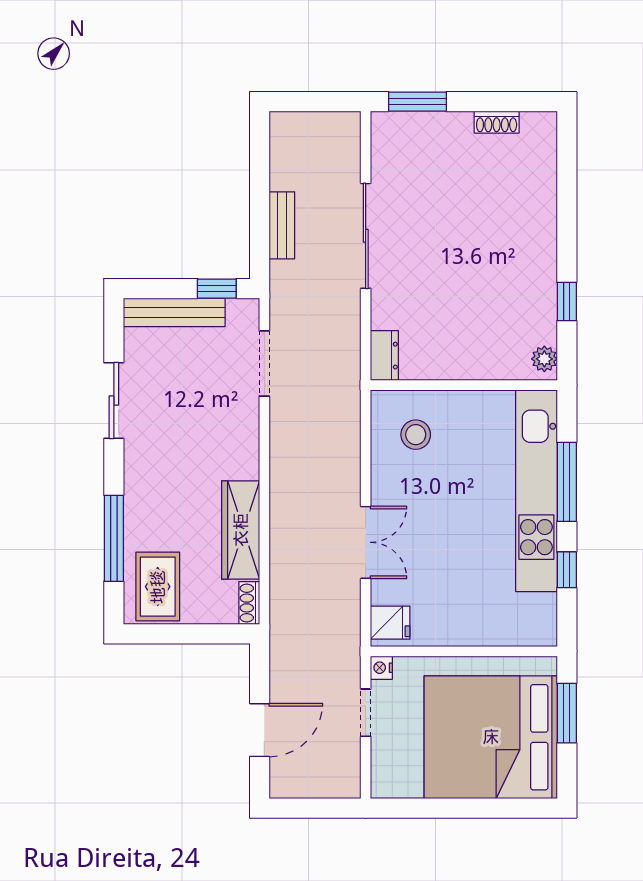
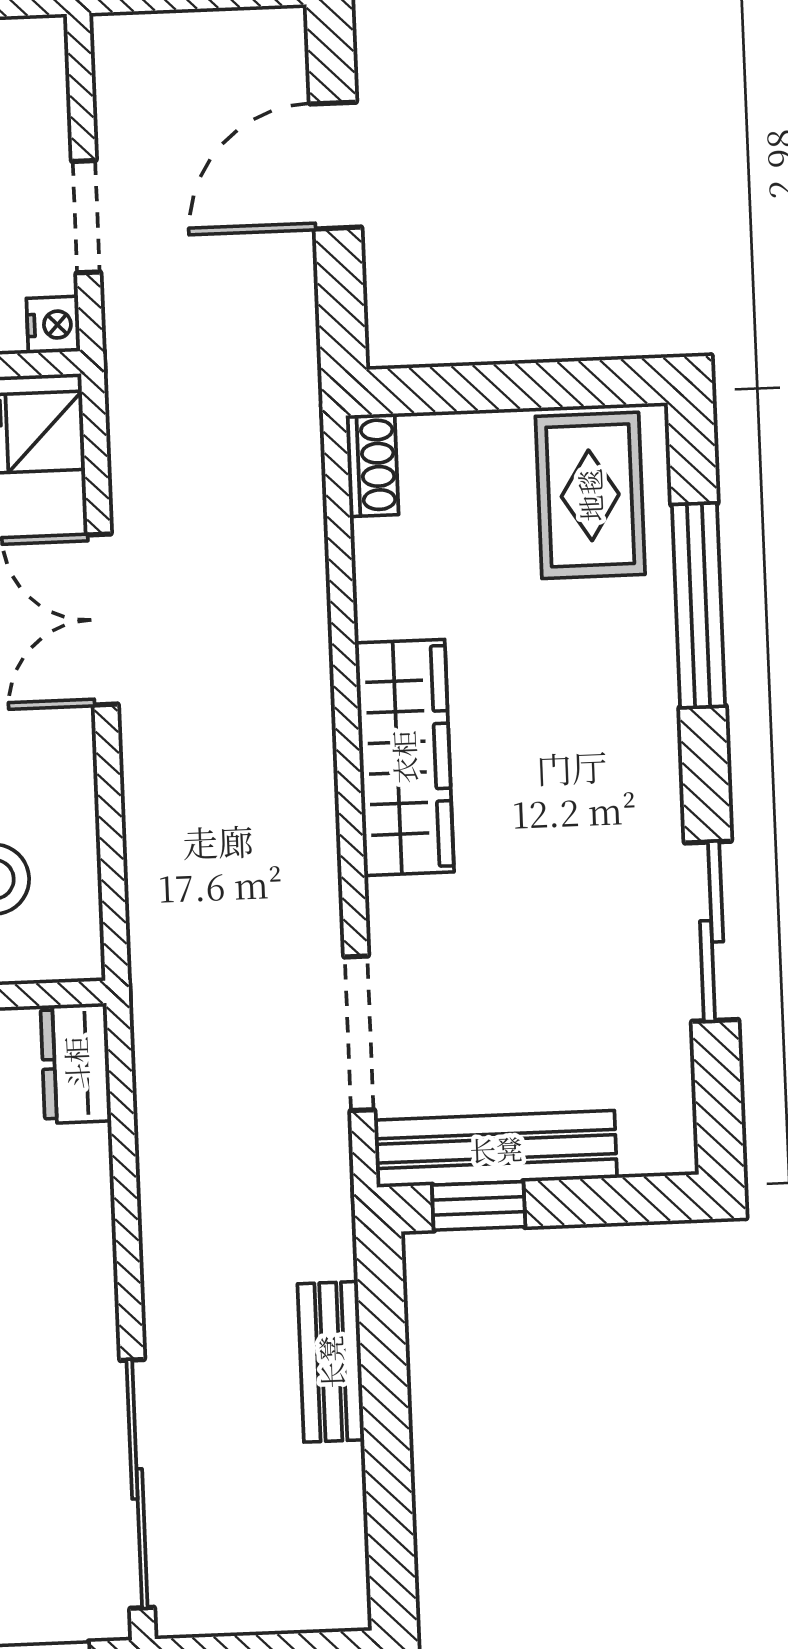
sliding door: (366, 236) -> (137, 1484), moved
bench: (174, 312) -> (496, 1149), moved
wardrobe: (241, 530) -> (404, 757), moved

